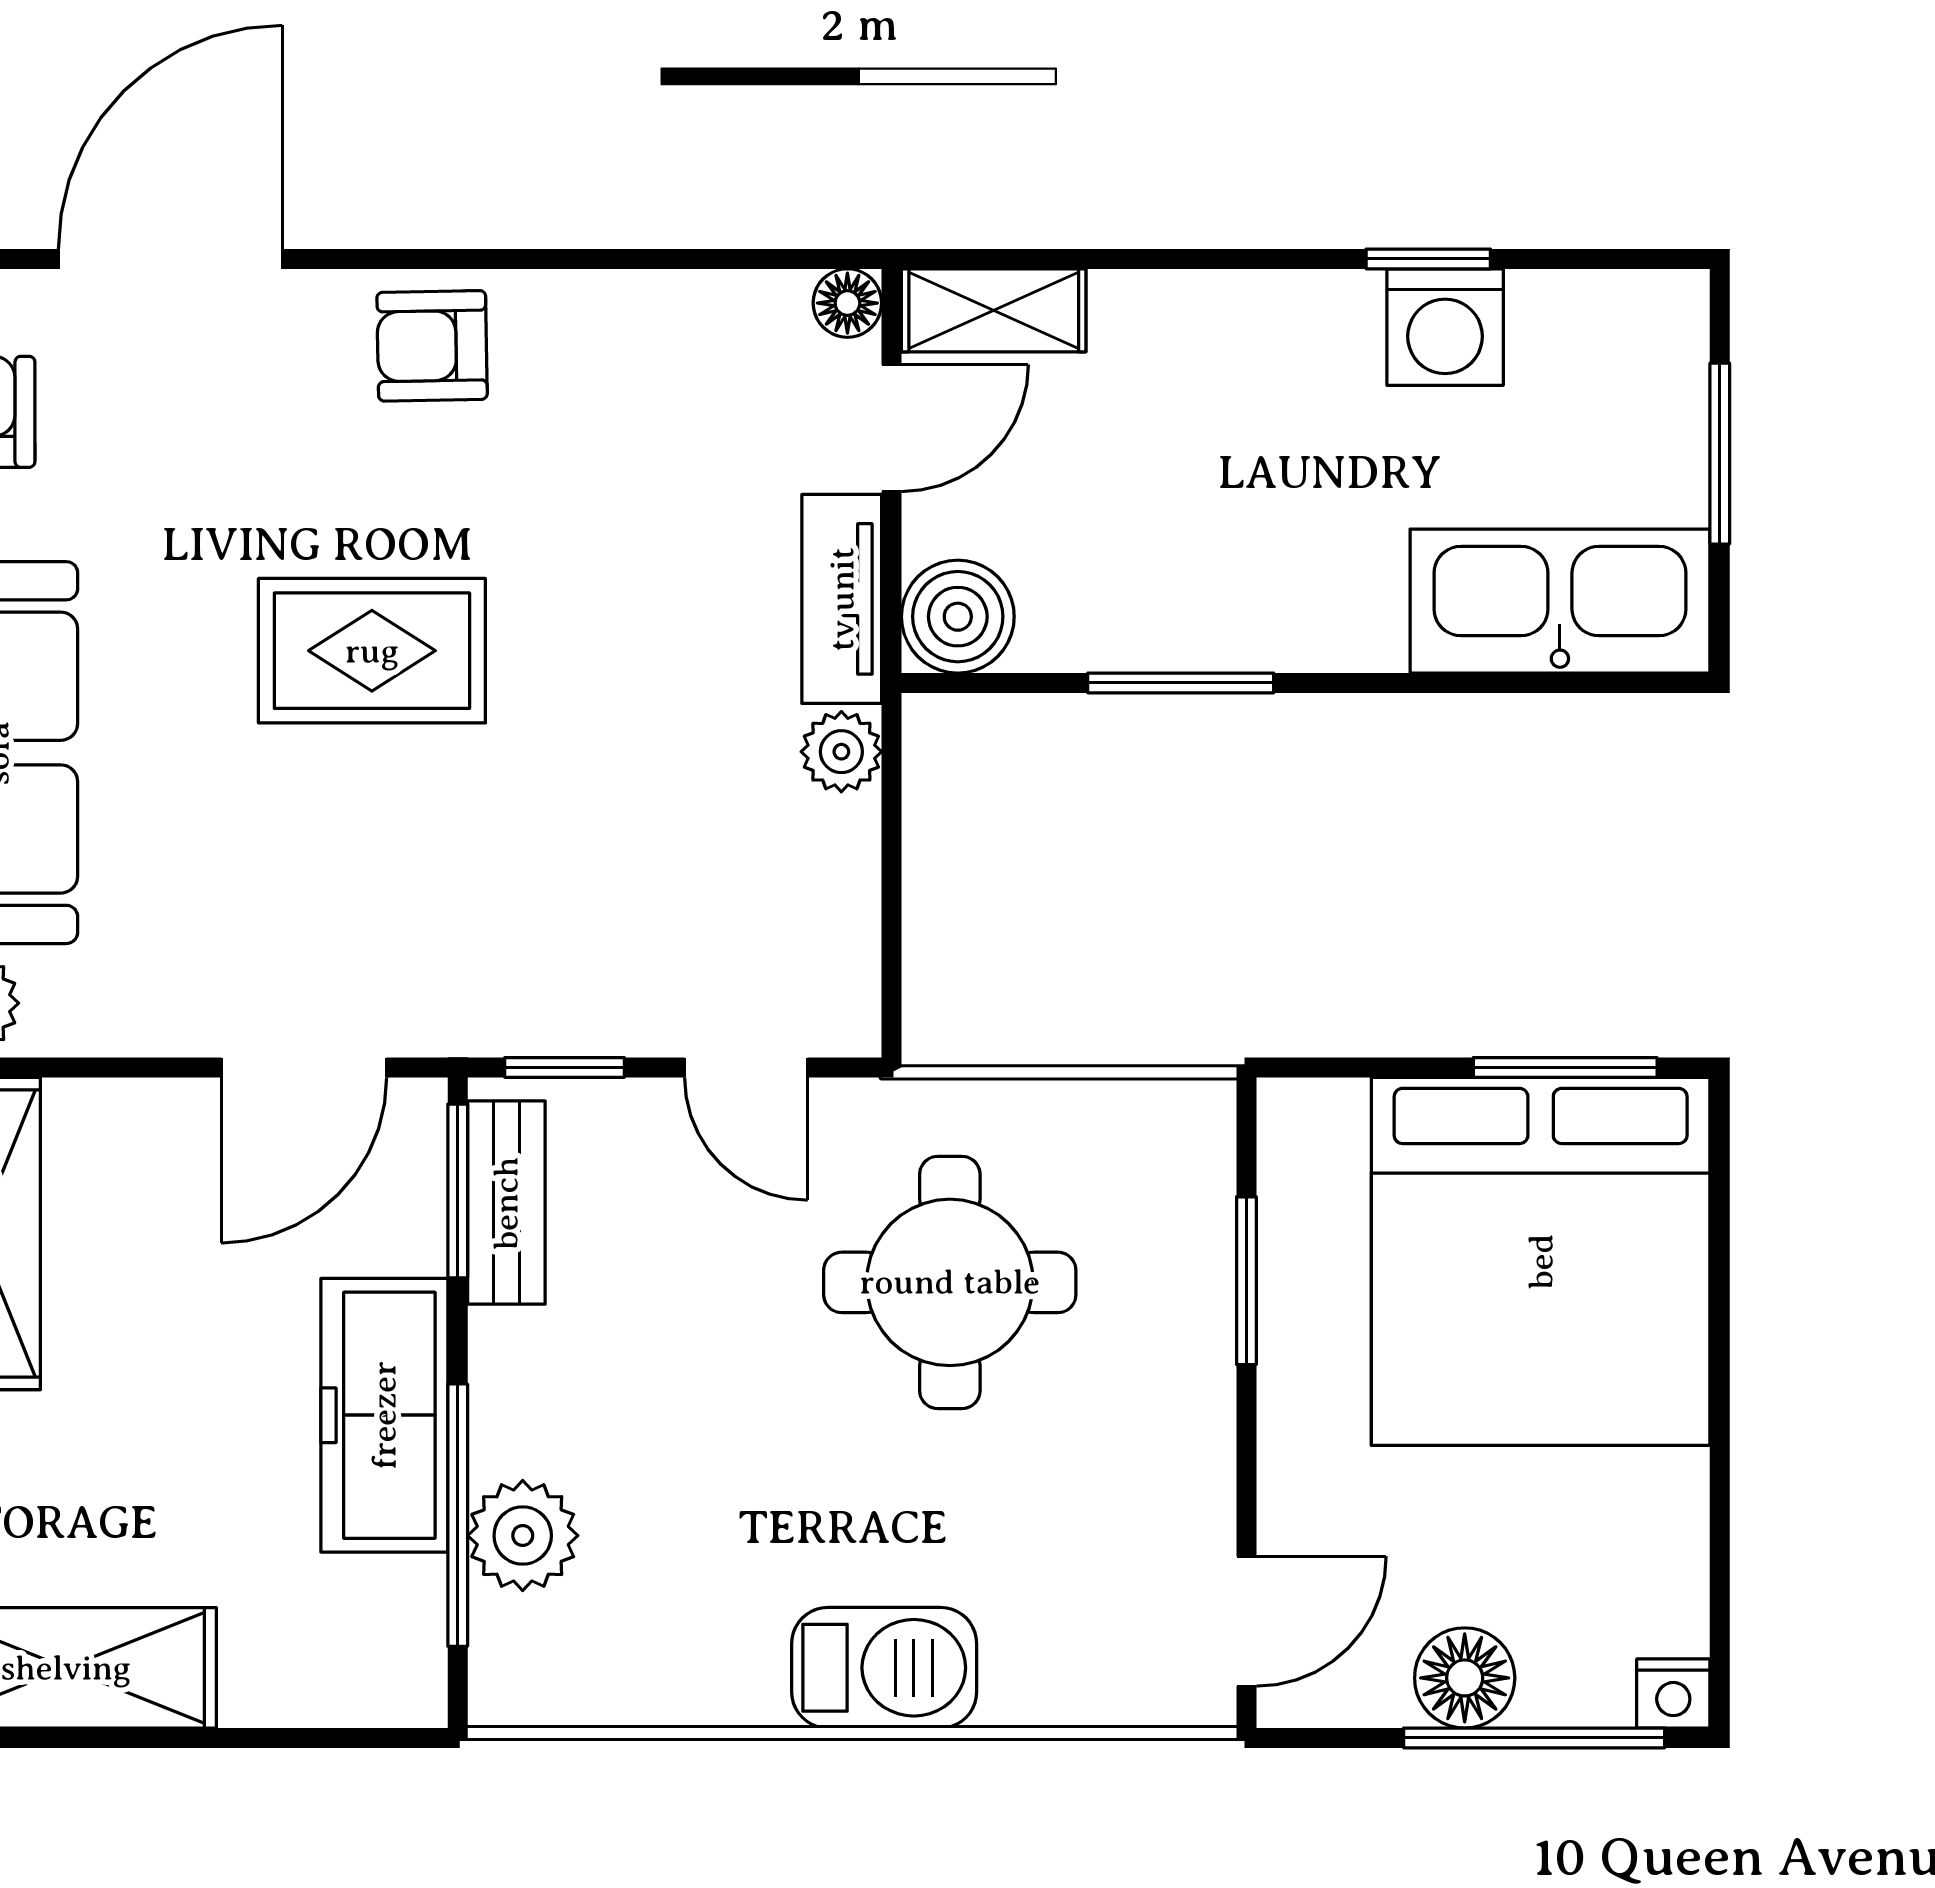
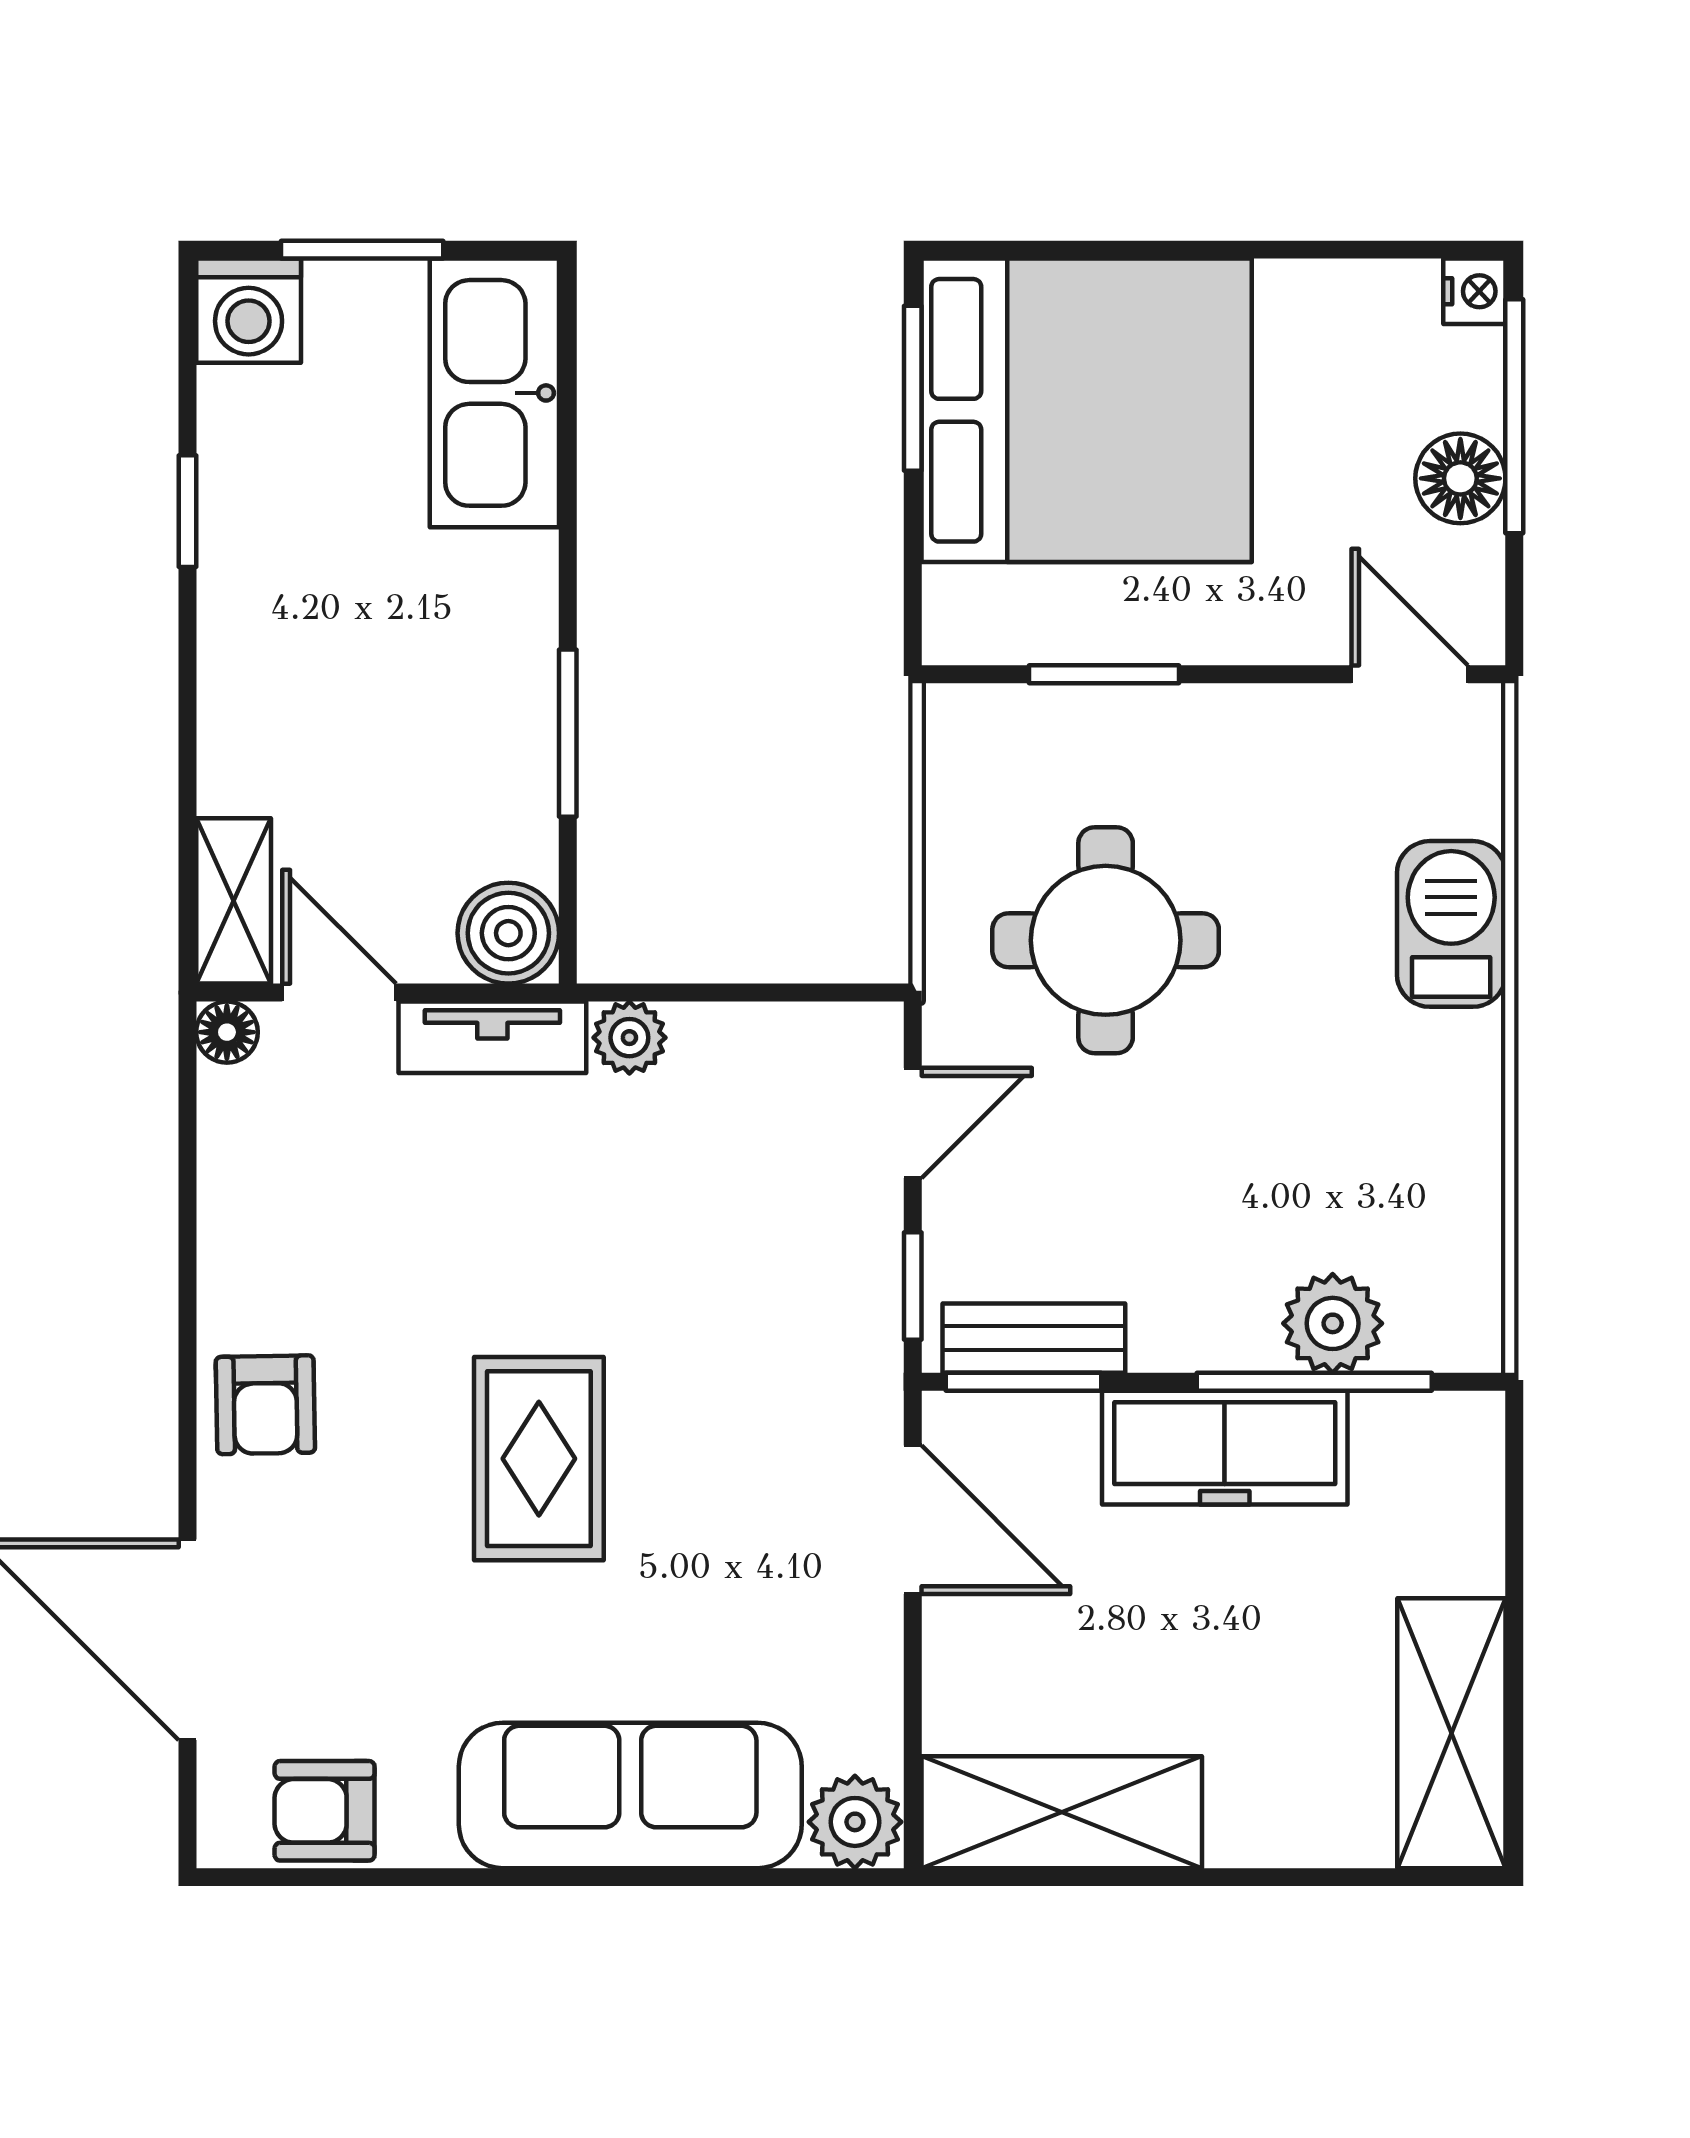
washing machine: (1445, 327) -> (249, 311), moved, turned 90
barbecue: (884, 1668) -> (1451, 924), moved

